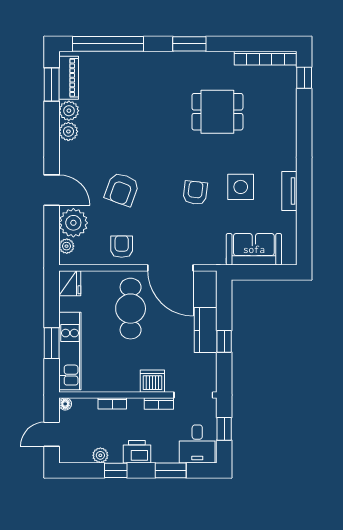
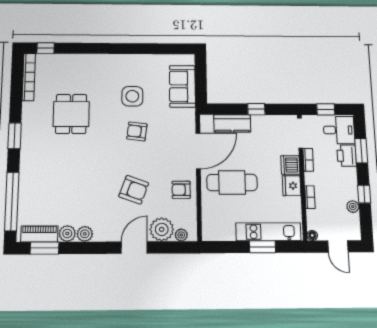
tv unit: (289, 191) -> (136, 60), removed
fridge: (70, 283) -> (292, 186), moved, turned -90
kitchen counter: (206, 330) -> (232, 123), moved
printer: (137, 452) -> (347, 156), moved

